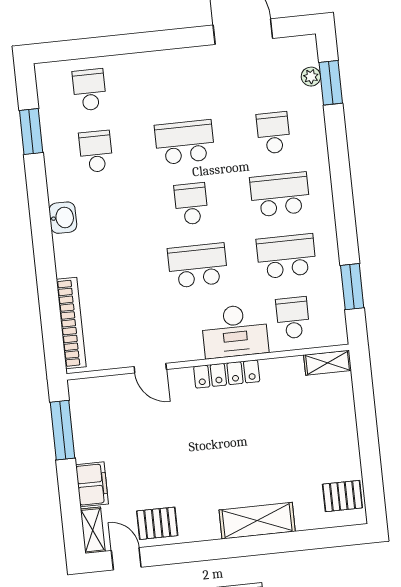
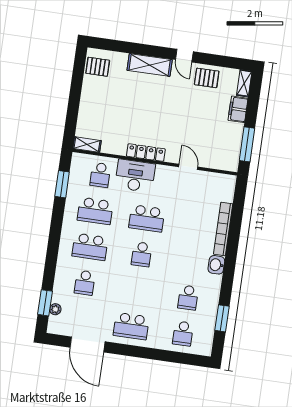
school desk: (185, 142) -> (131, 326), moved
bookcase: (71, 323) -> (223, 229), moved
door: (126, 559) -> (184, 56), moved

